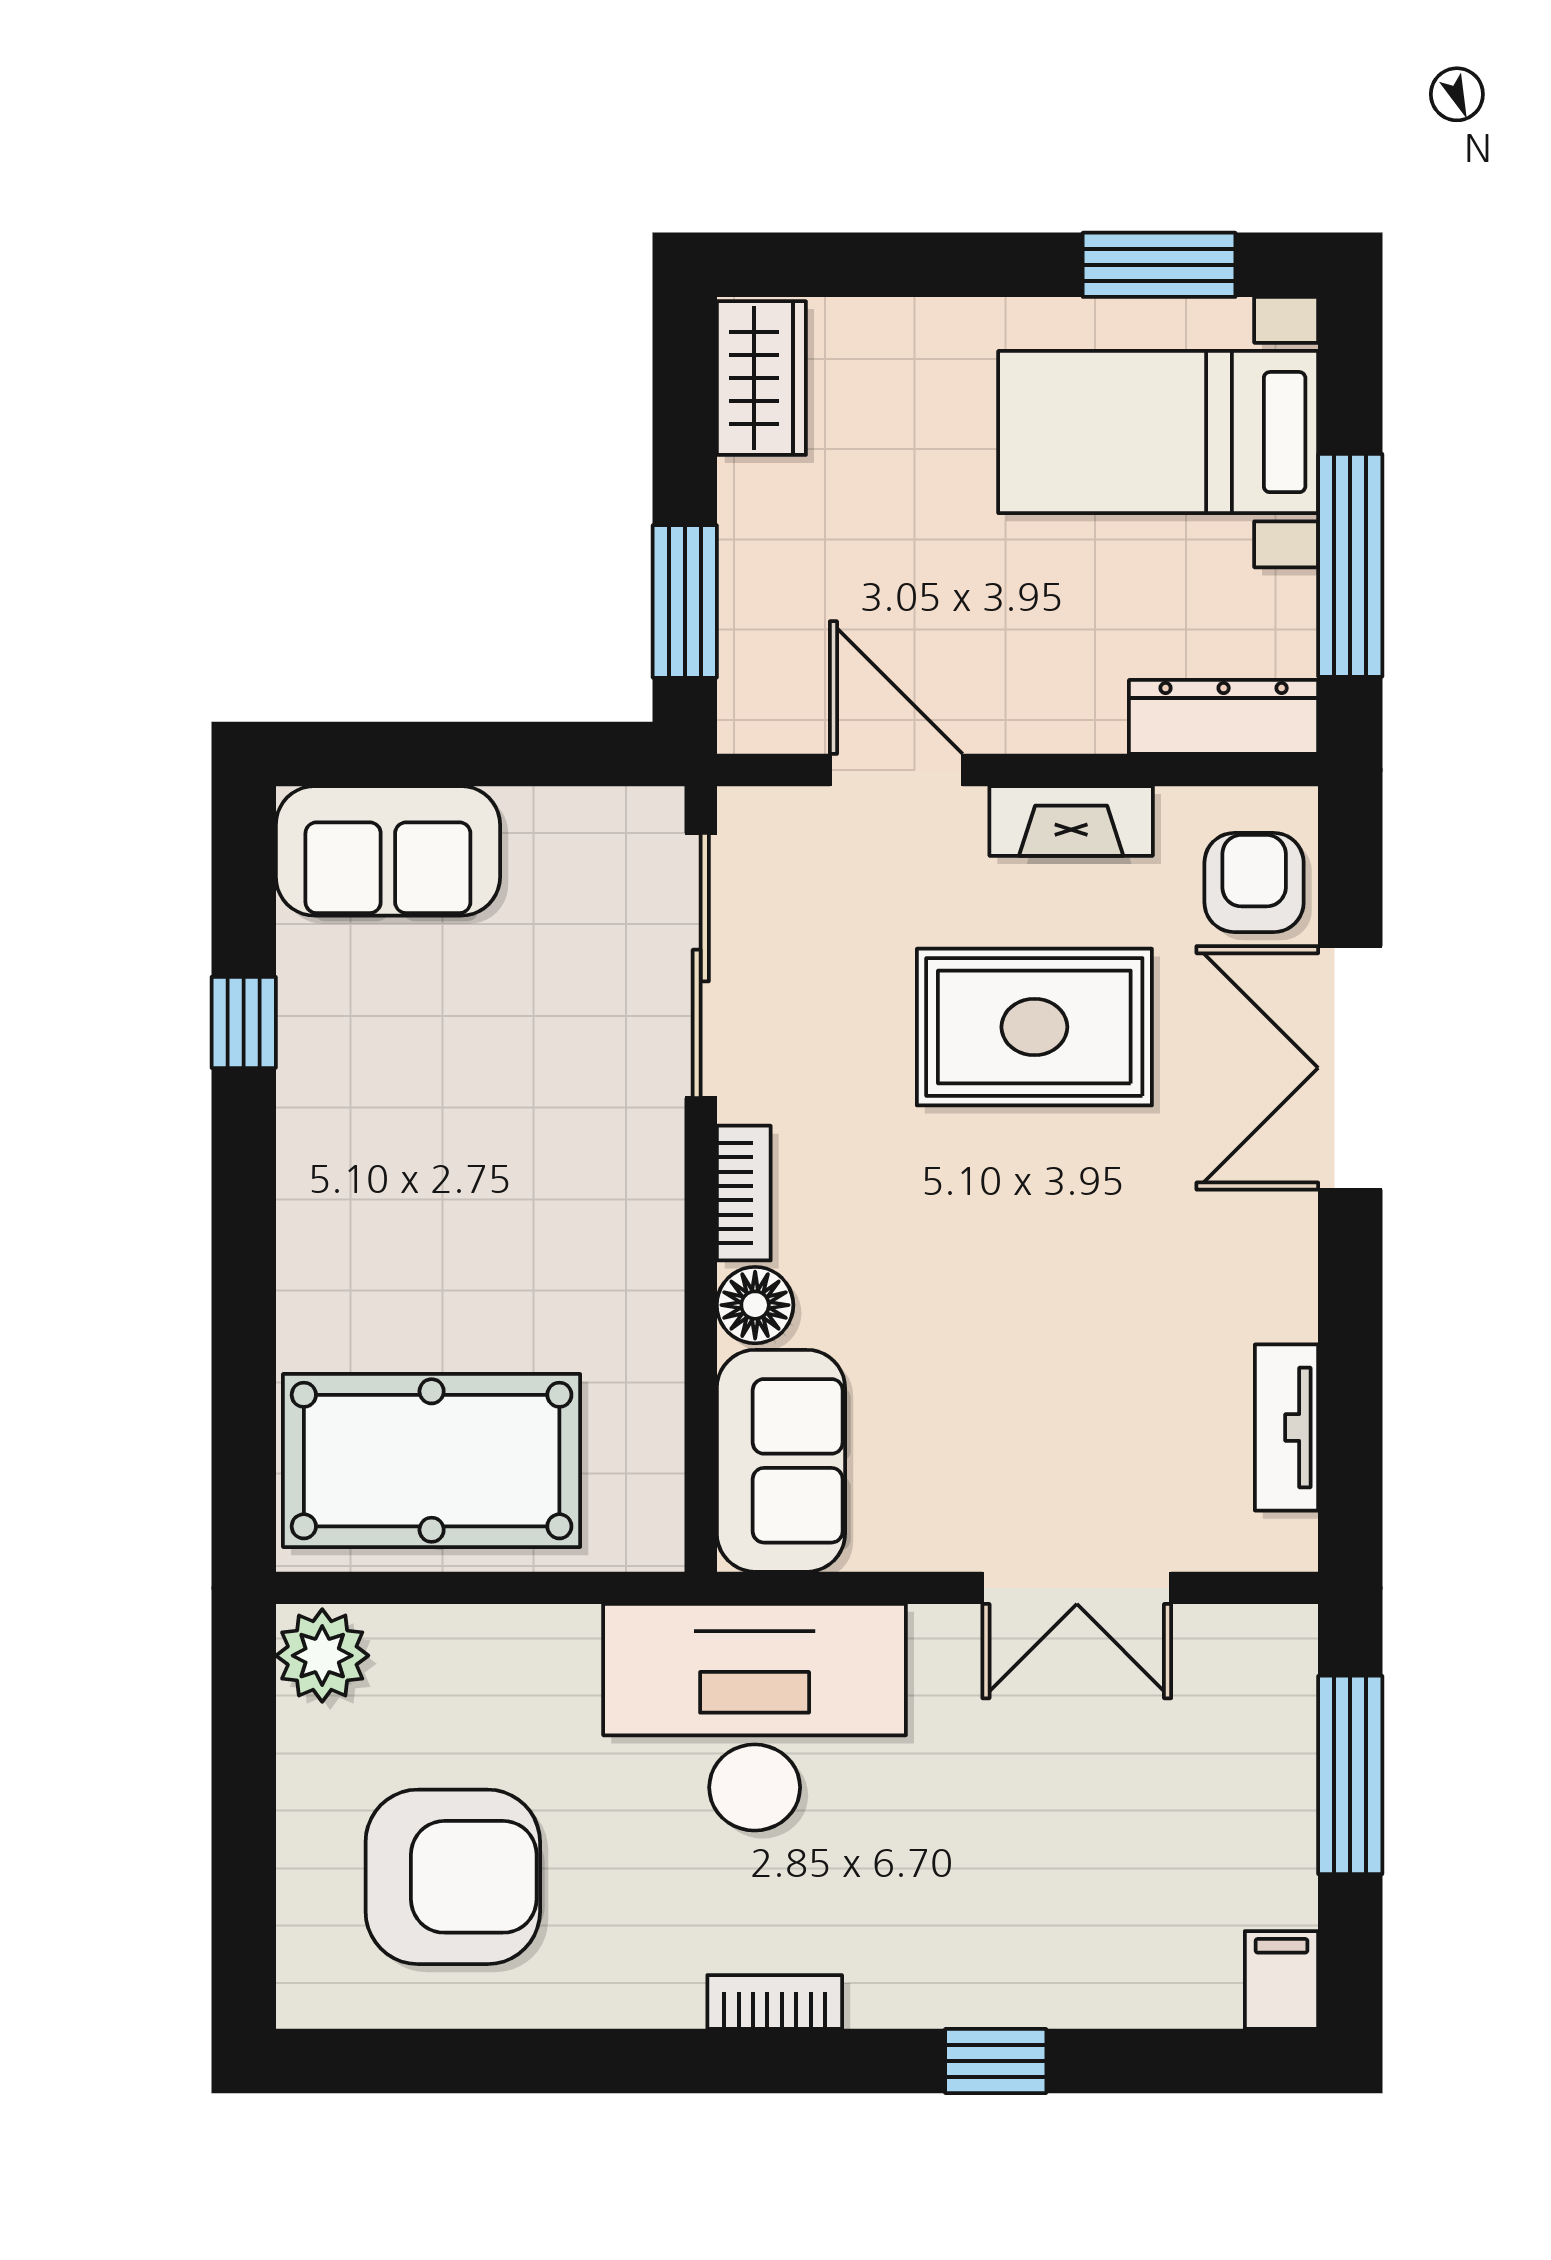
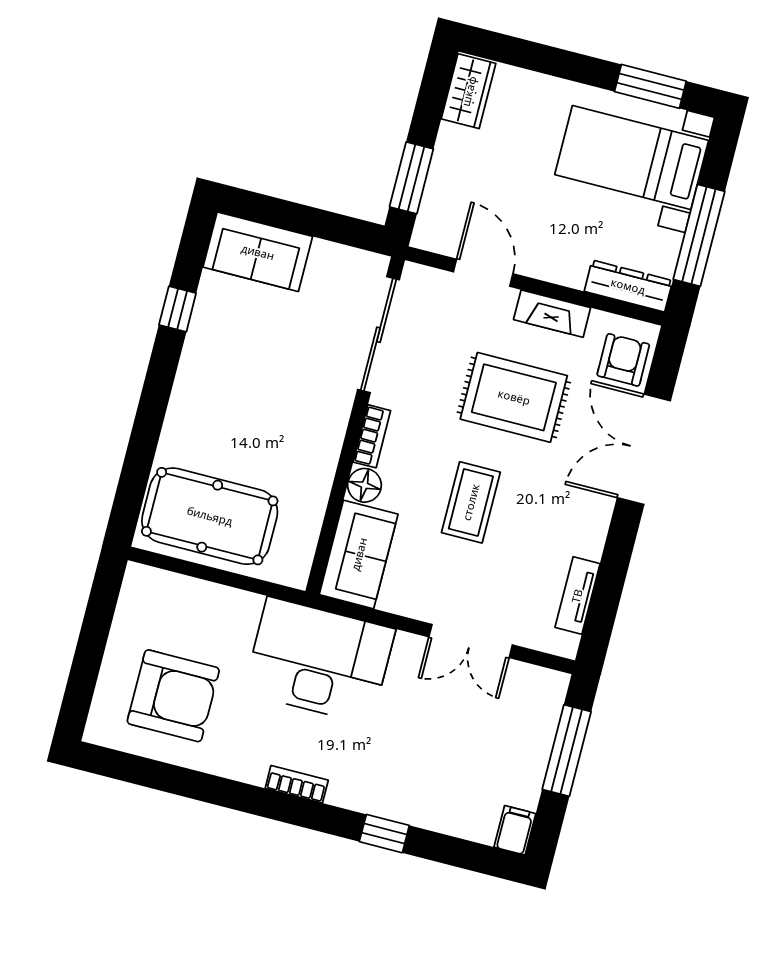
coffee table: (999, 1283) -> (471, 502), added
plant: (322, 1656) -> (142, 587), removed

